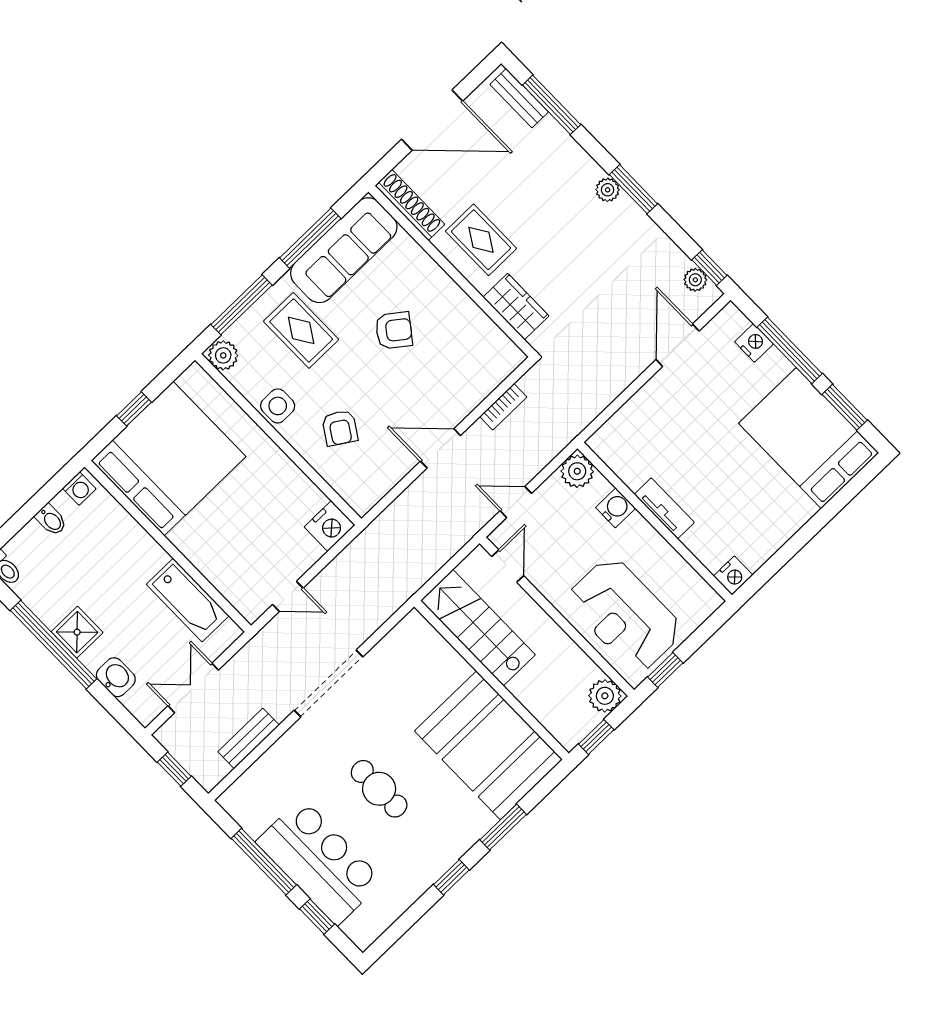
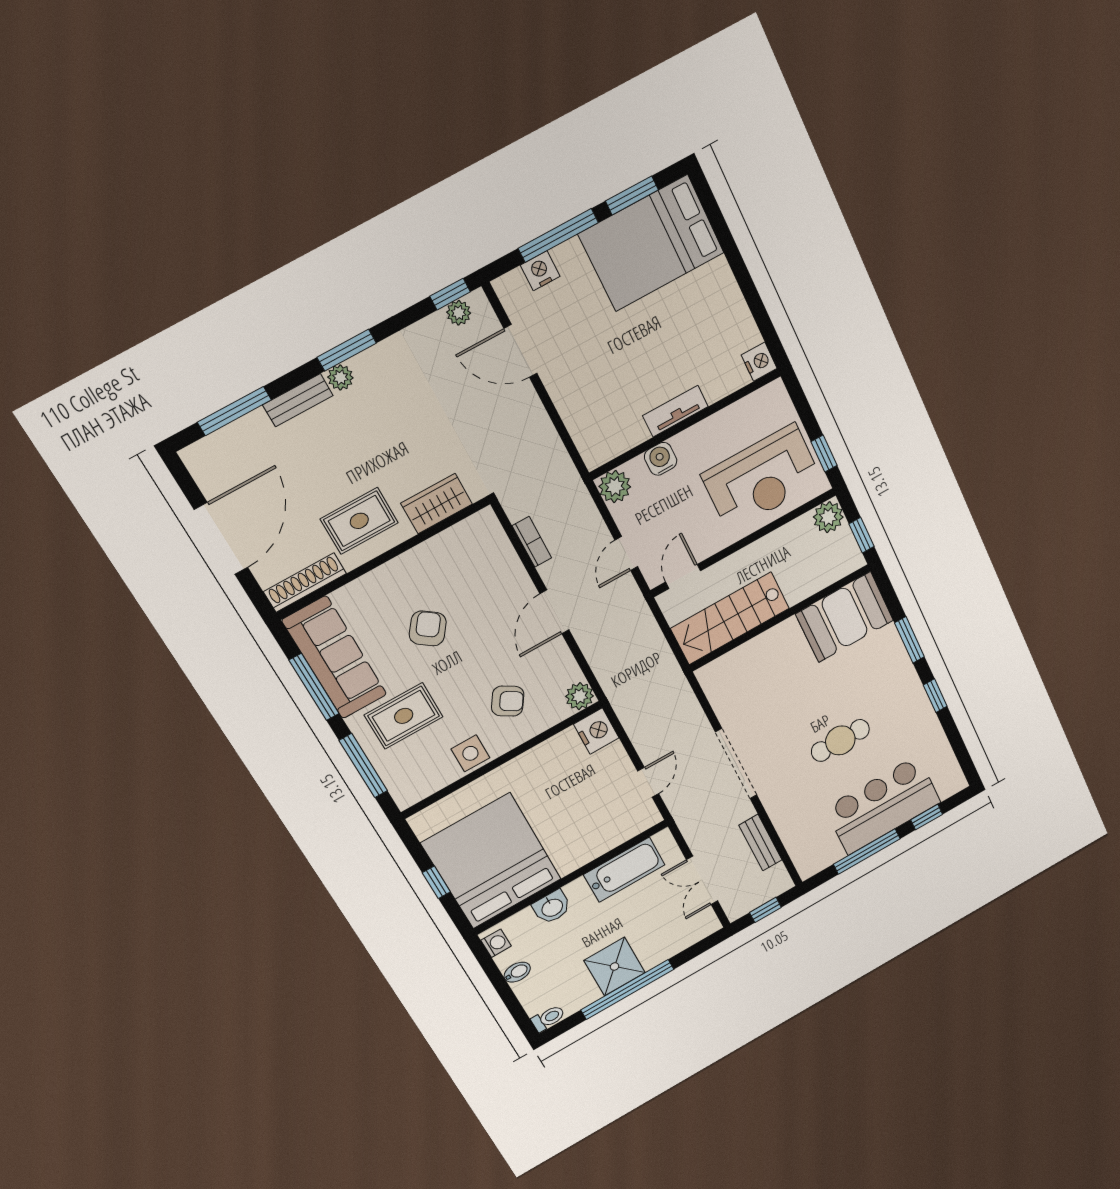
bench: (519, 98) -> (298, 400), moved
plant: (223, 355) -> (580, 696), moved
door: (508, 566) -> (683, 576), hinge flipped
shower: (77, 632) -> (615, 966), width x1.36, depth x1.36
washbasin: (116, 677) -> (552, 907), moved, turned 180
booth: (488, 745) -> (845, 617), width x0.73, depth x0.70

